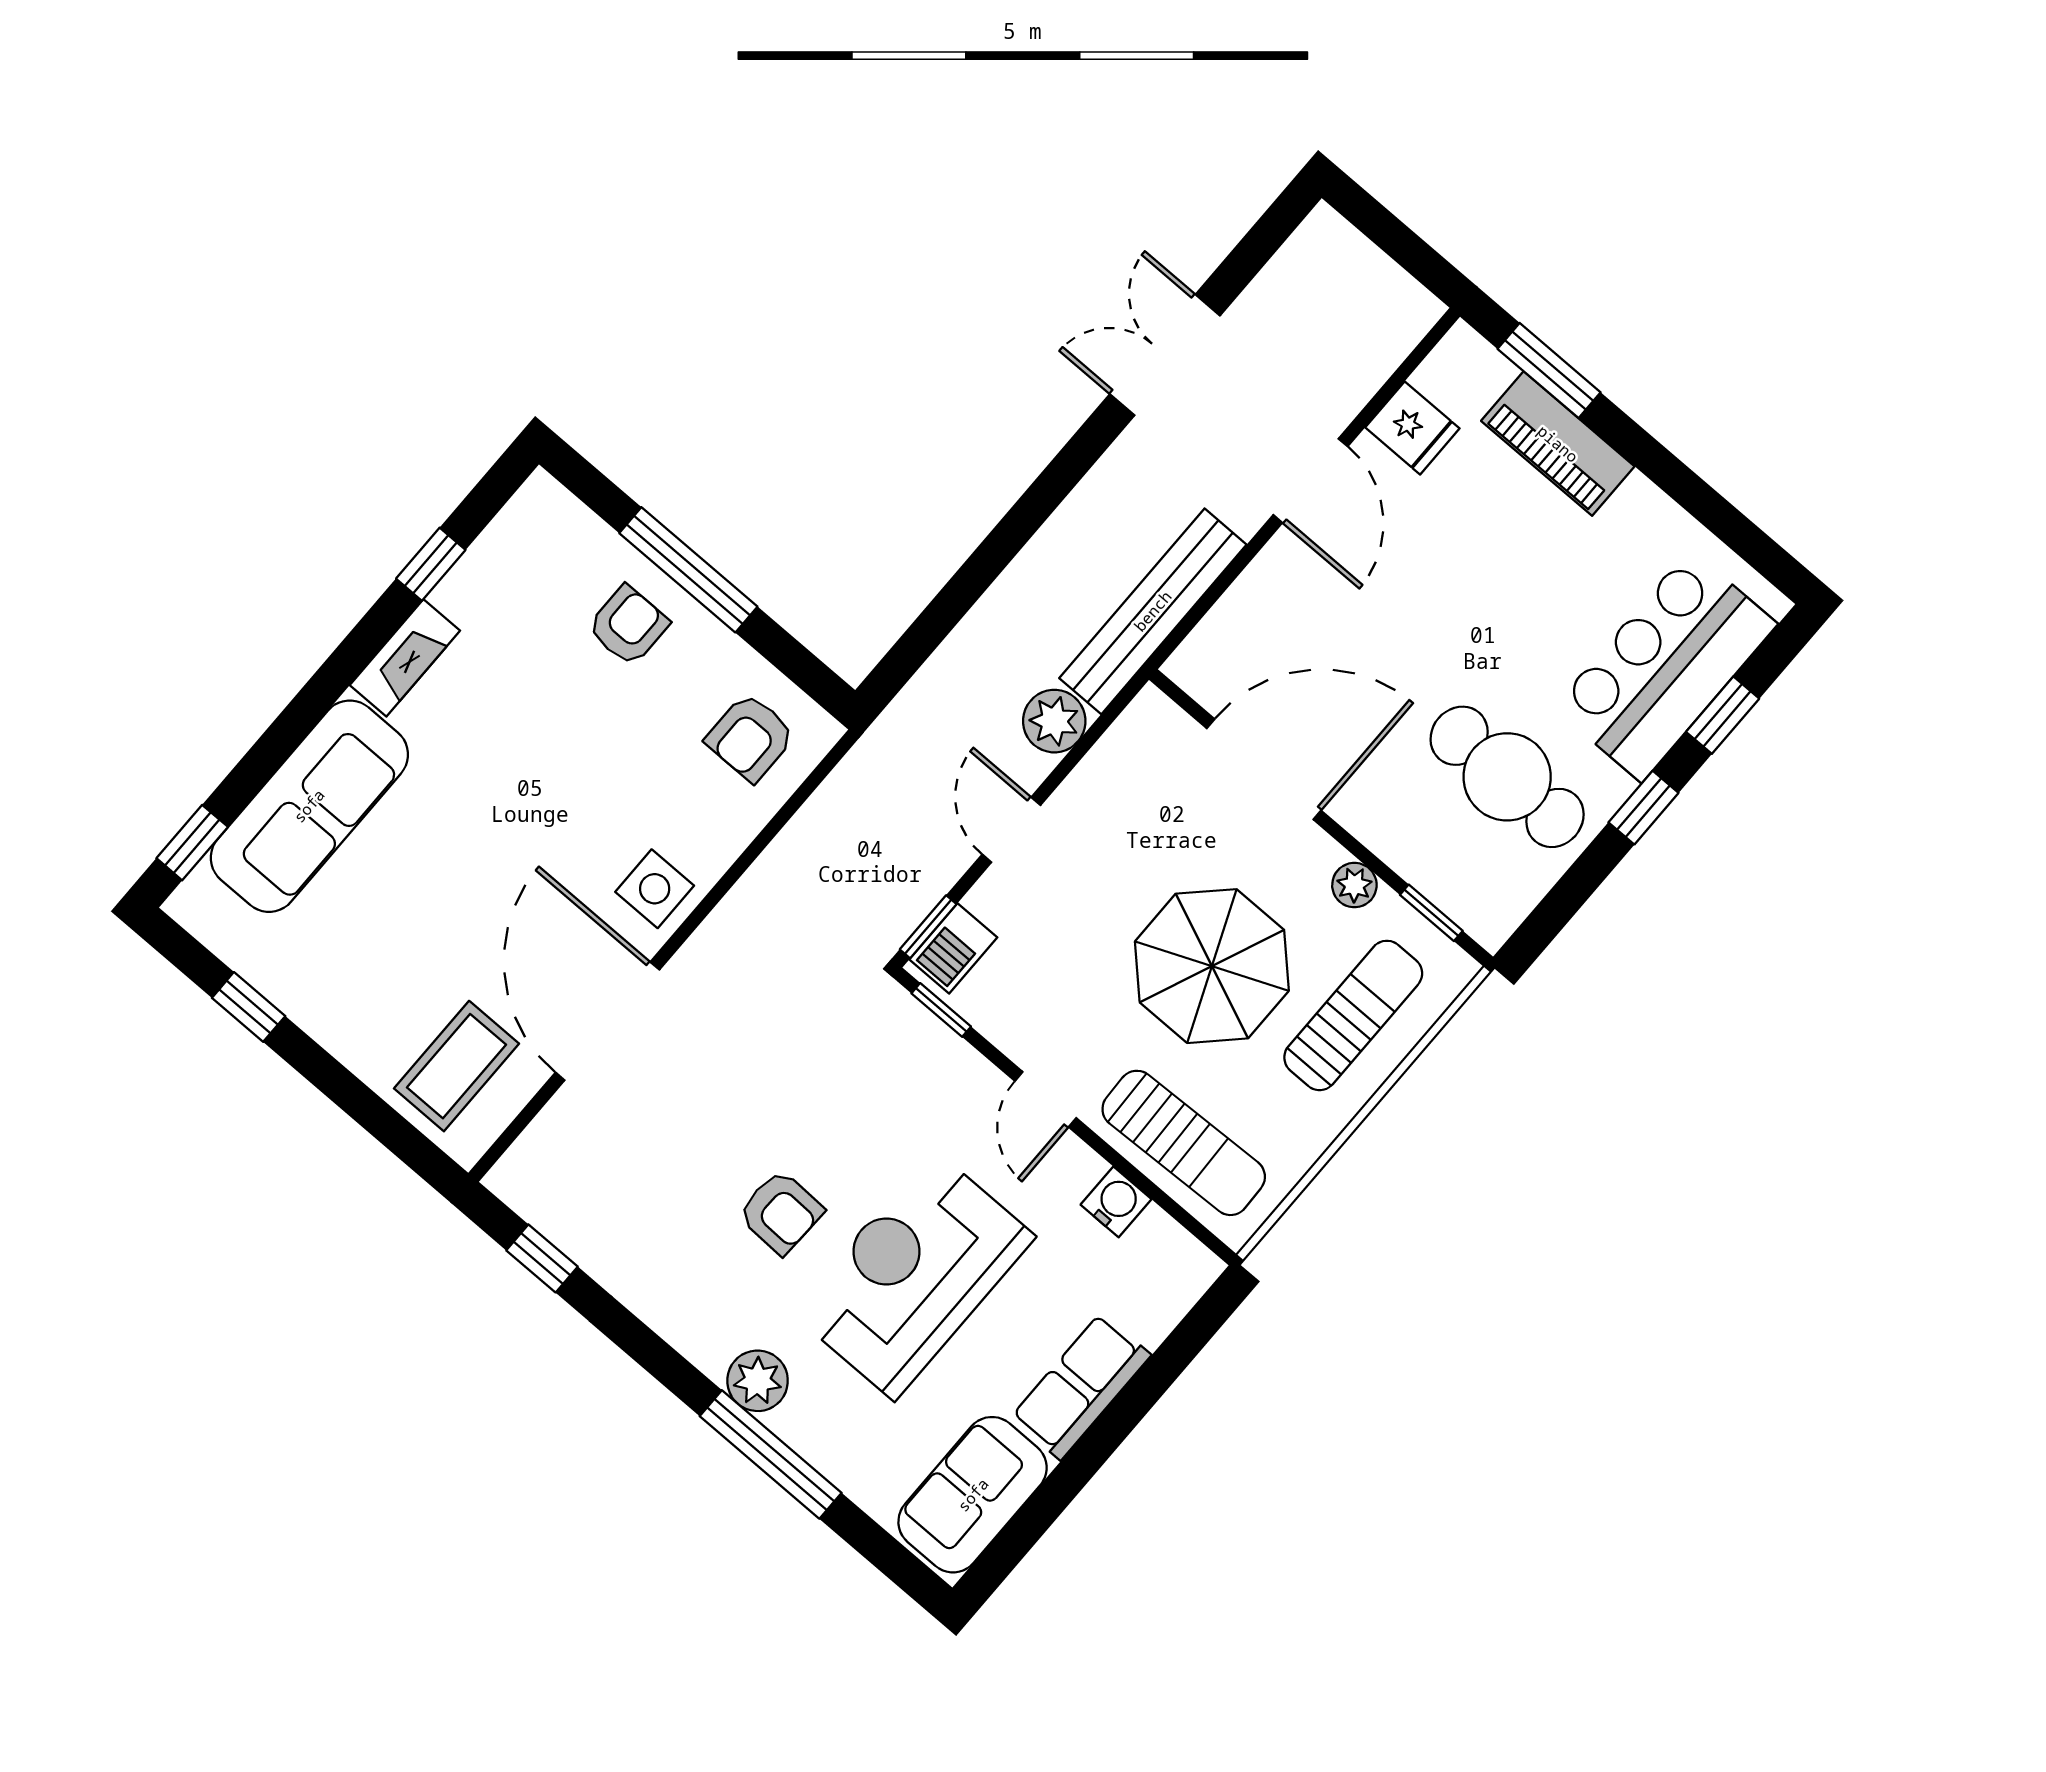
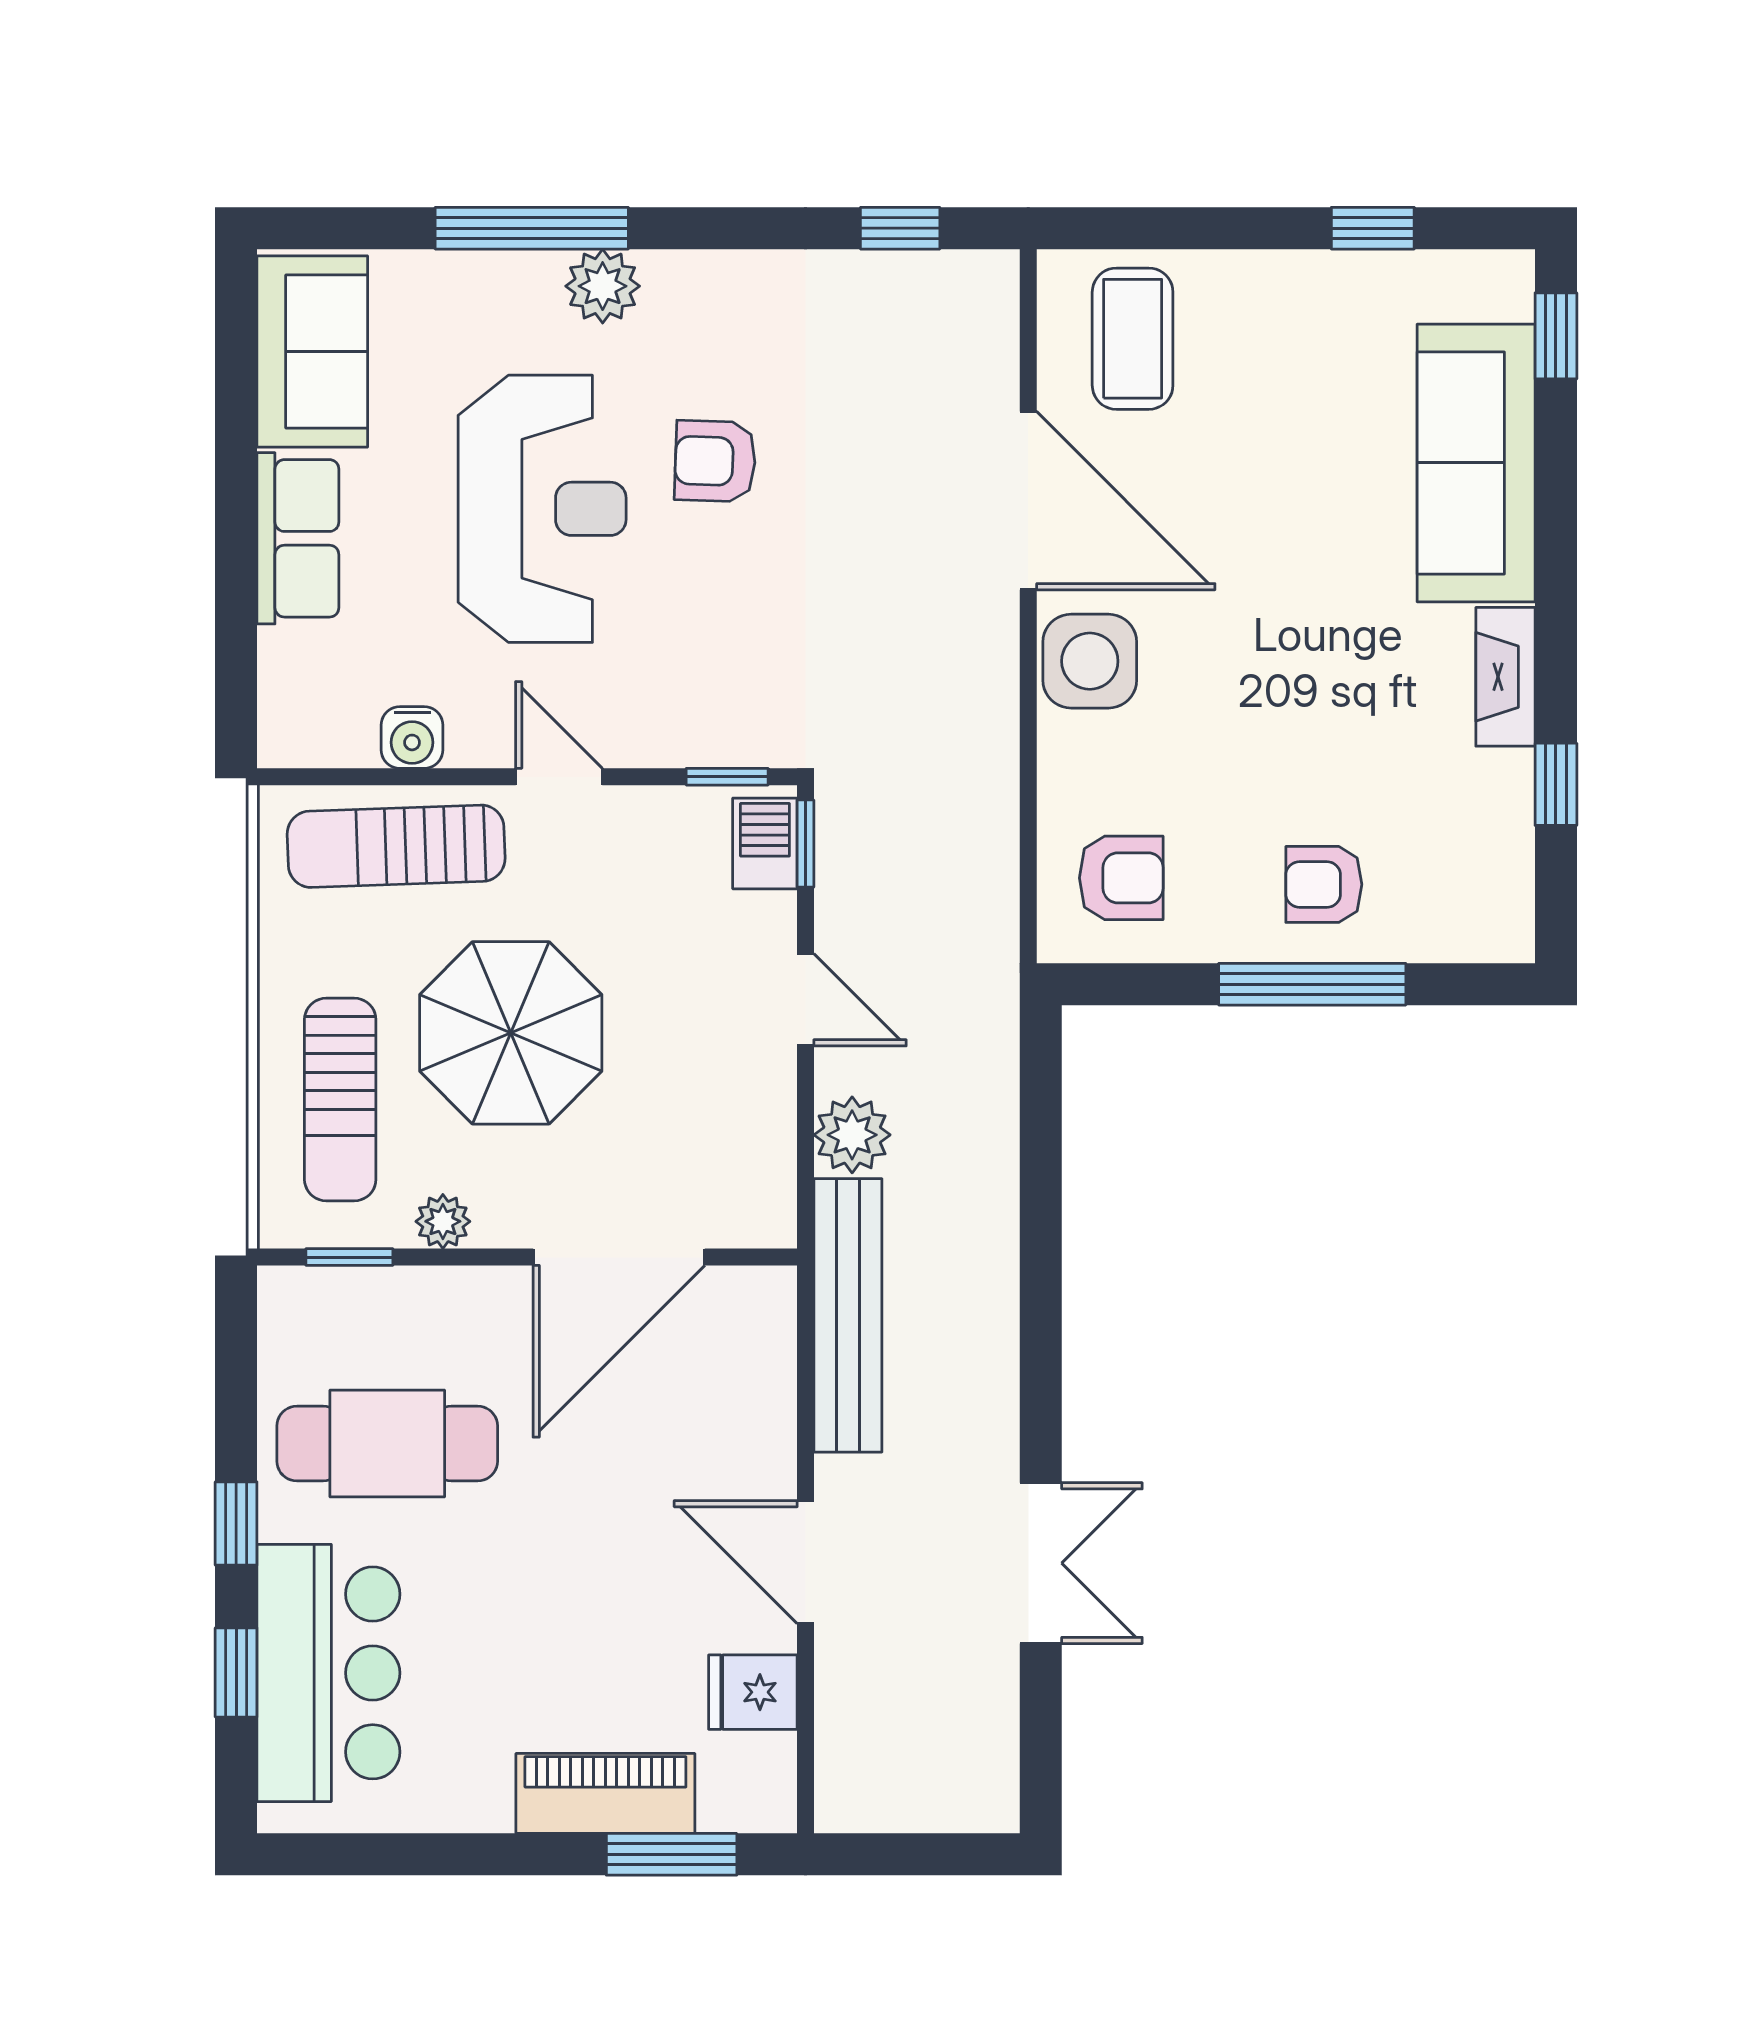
armchair: (628, 626) -> (1324, 884), turned 90
armchair: (750, 737) -> (1121, 878), turned 90
side table: (655, 889) -> (1090, 661), width x1.37, depth x1.37

